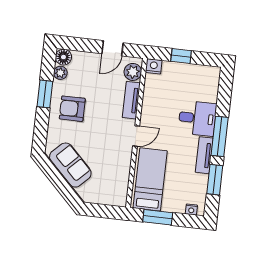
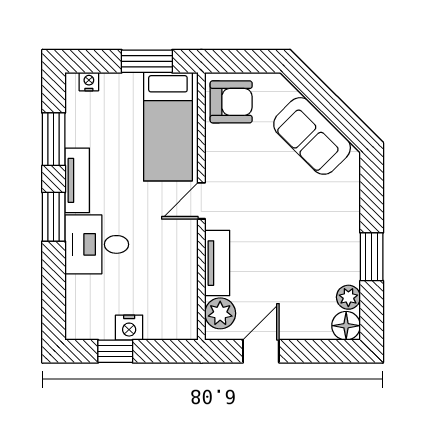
window: (181, 56) -> (115, 351), moved
nightstand: (154, 66) -> (129, 328), moved
armchair: (72, 109) -> (231, 102), moved
window: (220, 136) -> (54, 217), width x0.69

